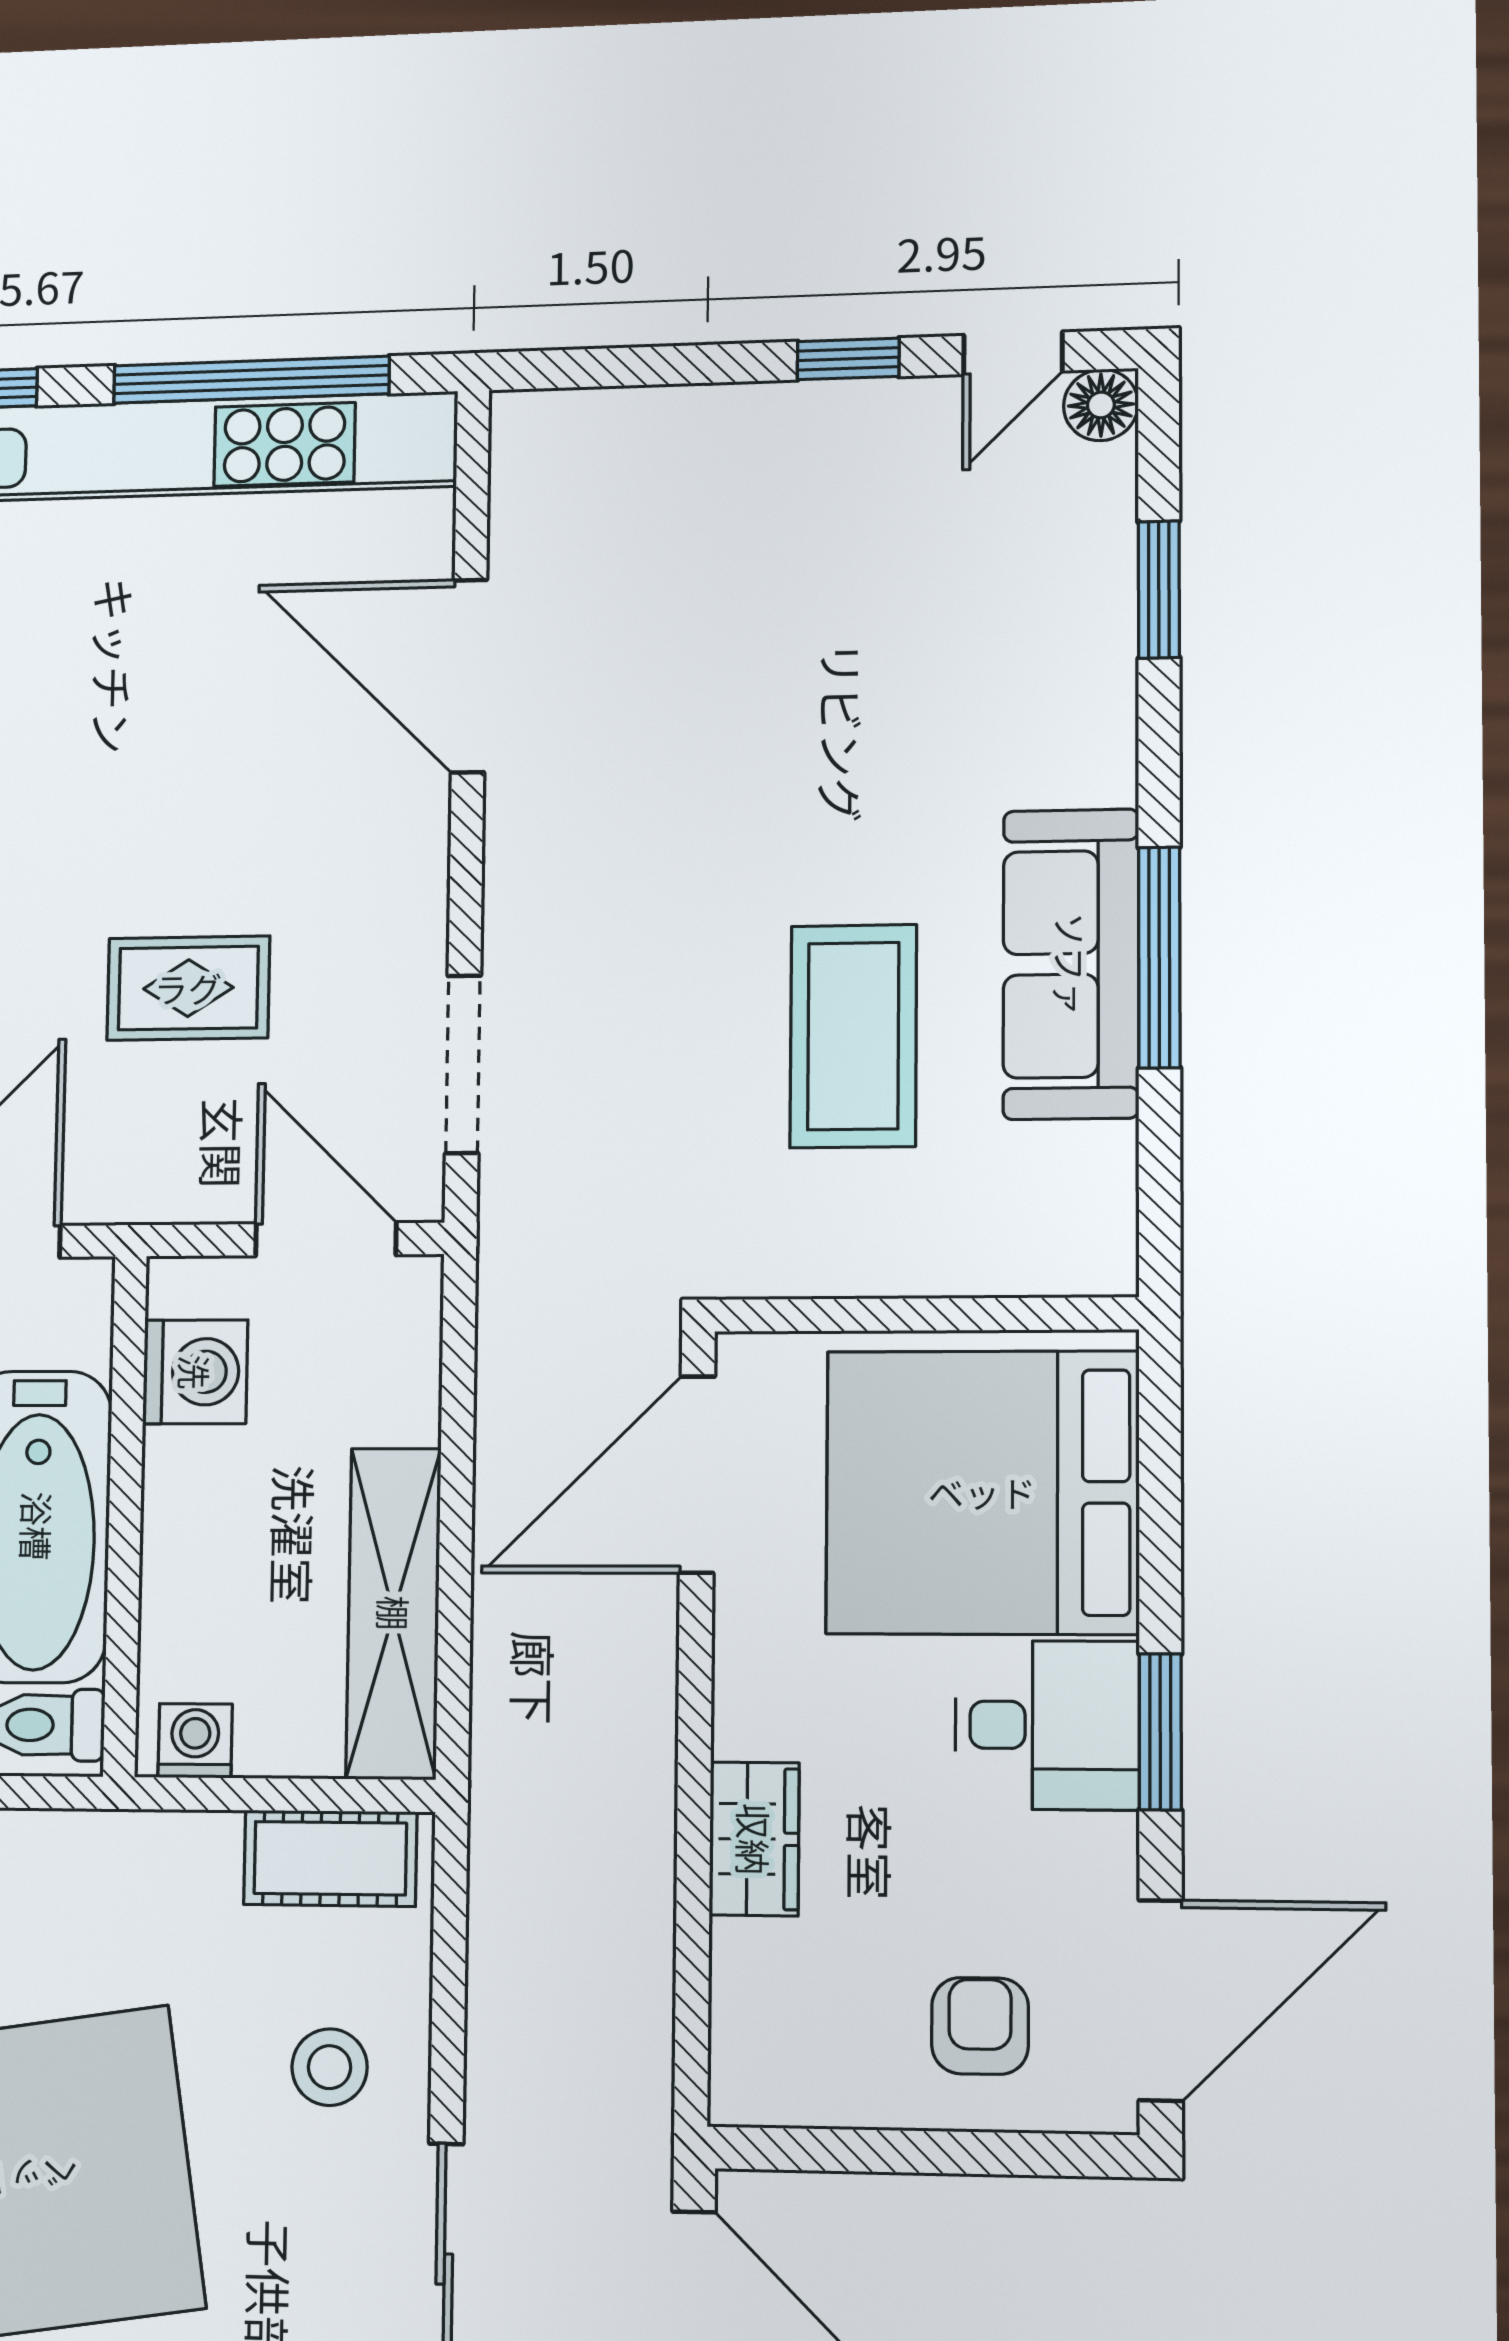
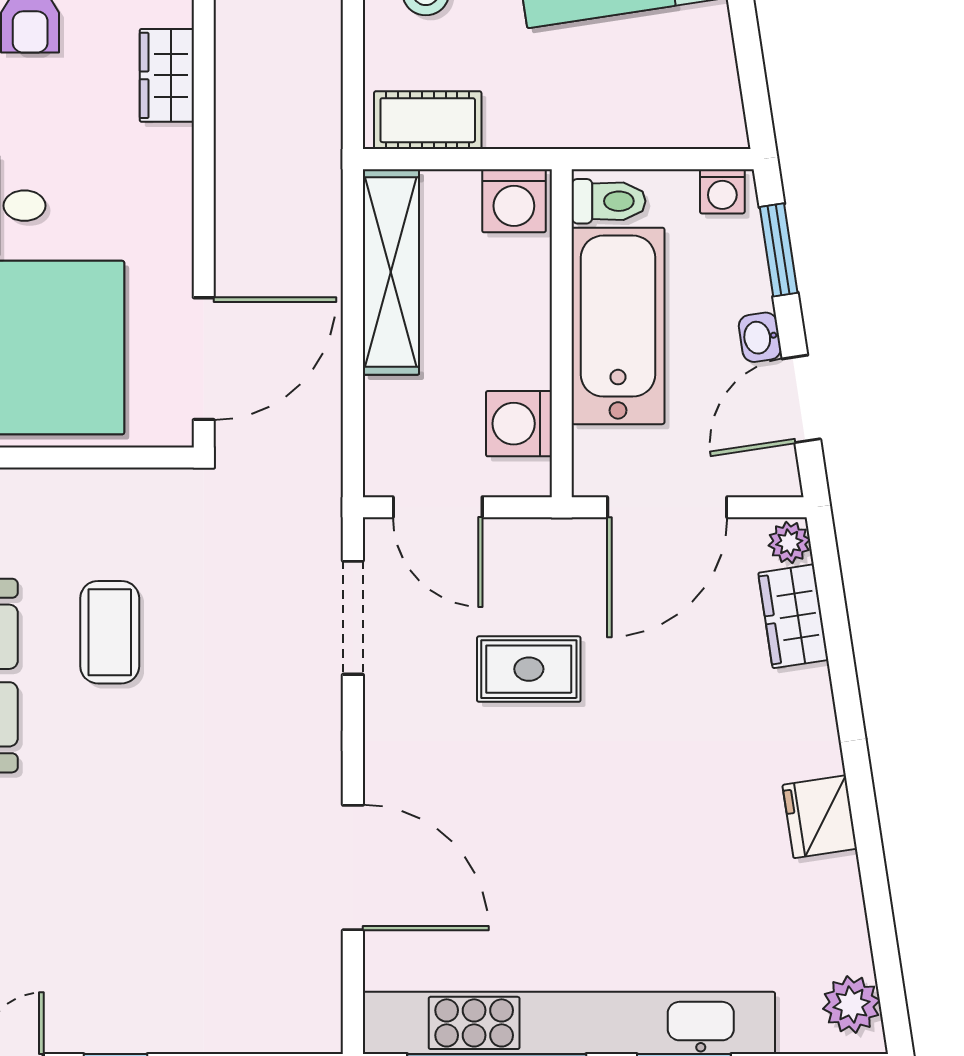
coffee table: (853, 1036) -> (110, 632), width x0.73, depth x0.76
washing machine: (195, 1741) -> (514, 201), width x1.38, depth x1.38
wardrobe: (754, 1839) -> (167, 75), moved

